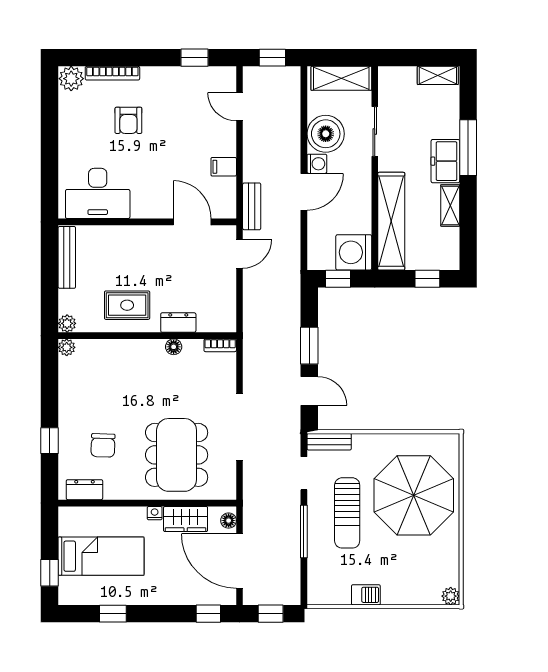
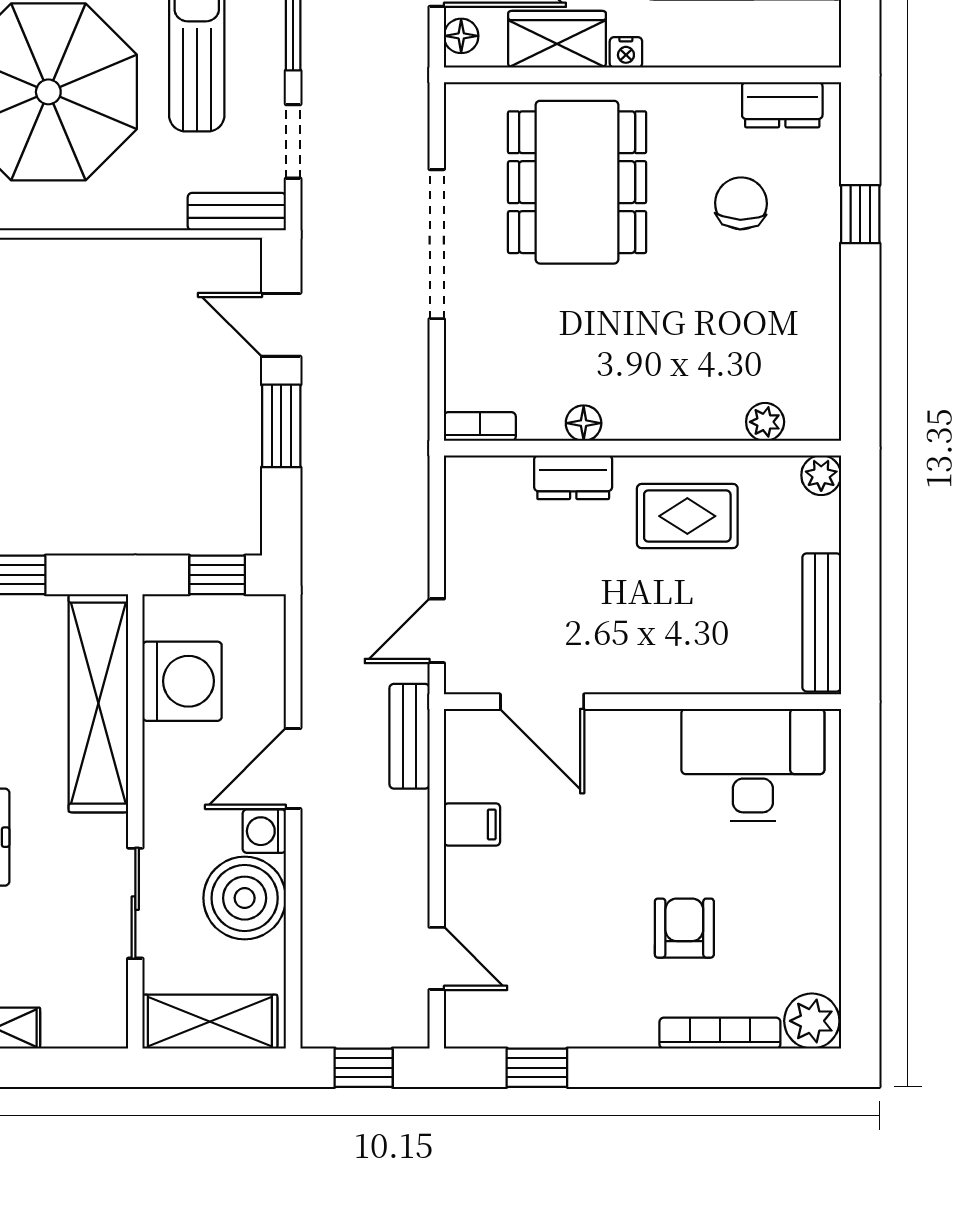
washing machine: (354, 252) -> (182, 681), moved
plant: (67, 347) -> (765, 422), moved

